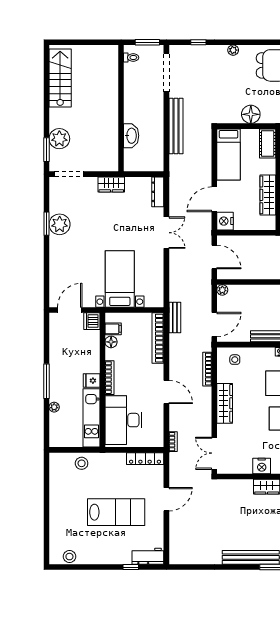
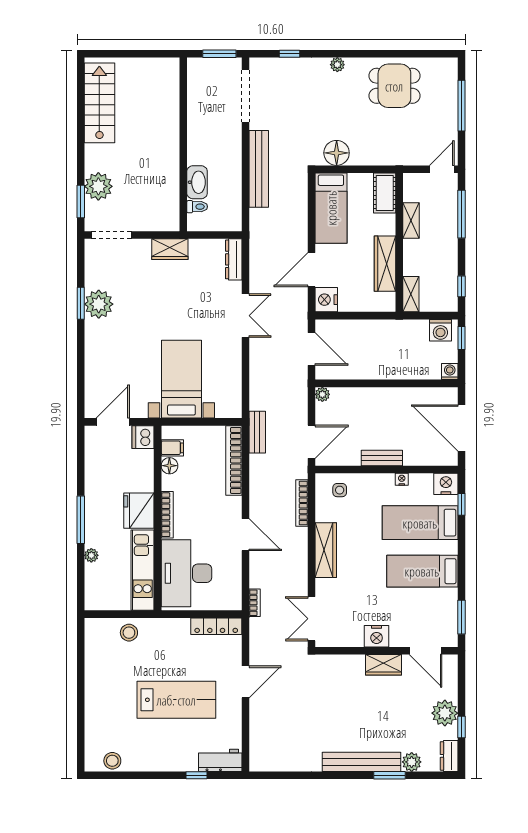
toilet: (131, 57) -> (197, 207), moved
floor lamp: (251, 114) -> (337, 153), moved
fridge: (92, 381) -> (139, 511), width x1.88, depth x1.34

